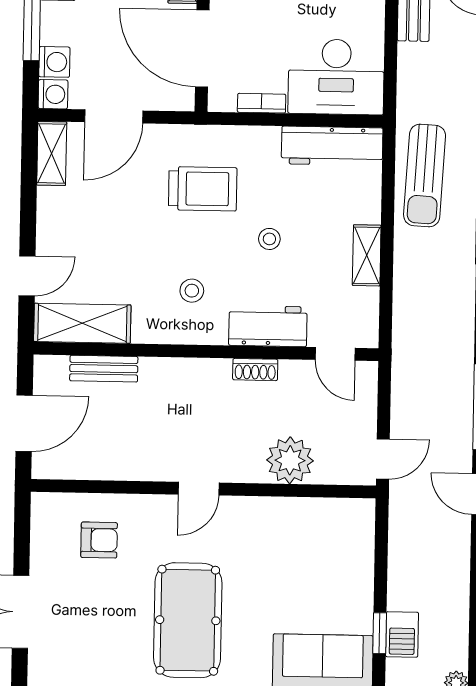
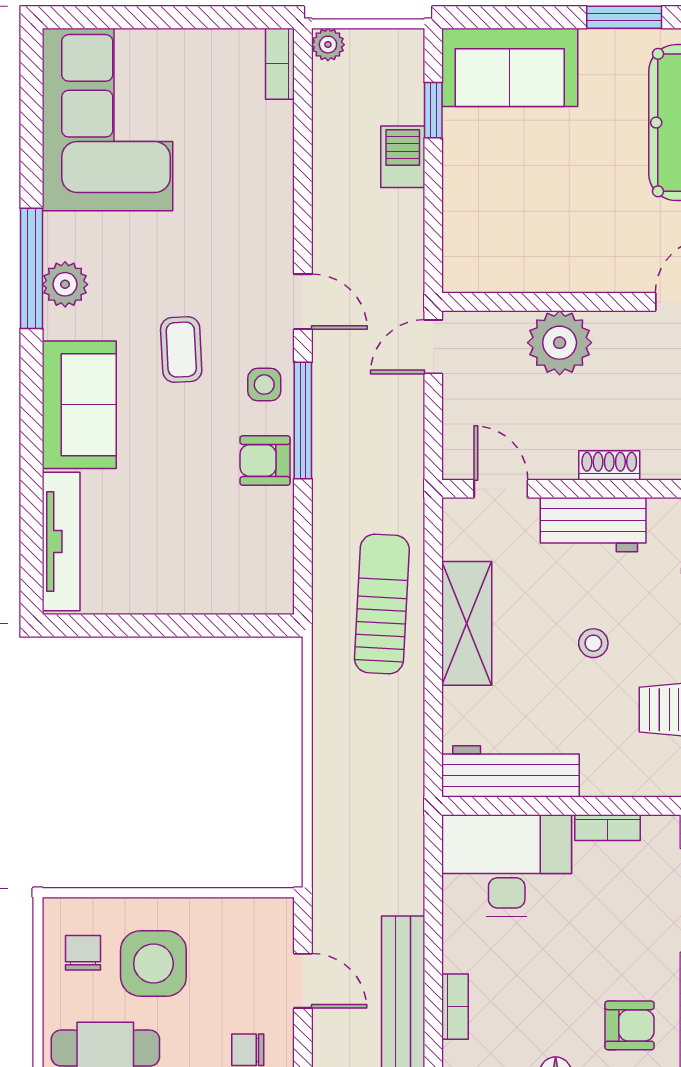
sun lounger: (425, 176) -> (382, 604), moved
shelving: (367, 255) -> (467, 623), width x1.50, depth x1.33
barbecue: (402, 634) -> (403, 157), moved

